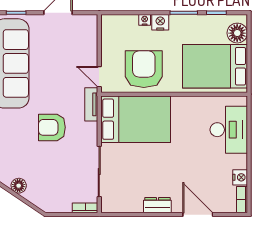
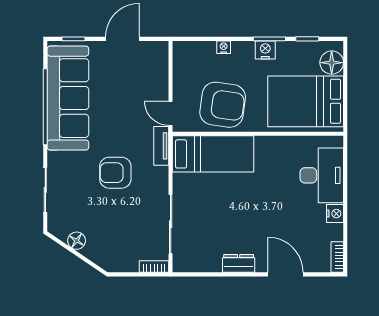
nightstand: (160, 22) -> (265, 50), moved
armchair: (144, 69) -> (223, 105), turned 98
bed: (136, 119) -> (213, 154), width x0.67
nightstand: (240, 177) -> (335, 214), moved

